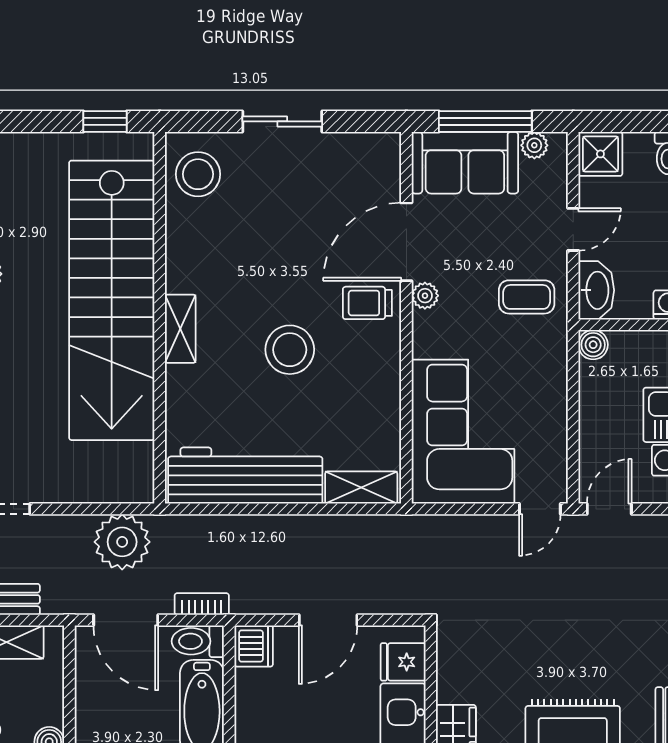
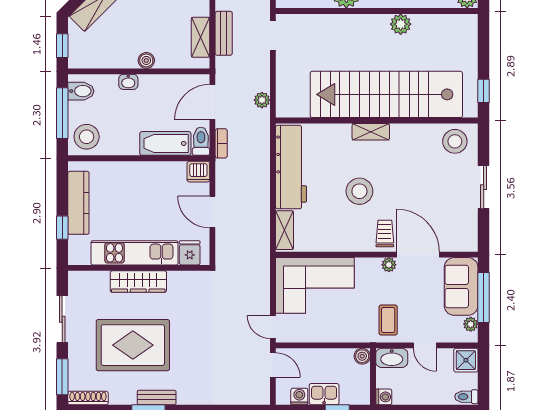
plant: (122, 542) -> (262, 100), width x0.53, depth x0.53

